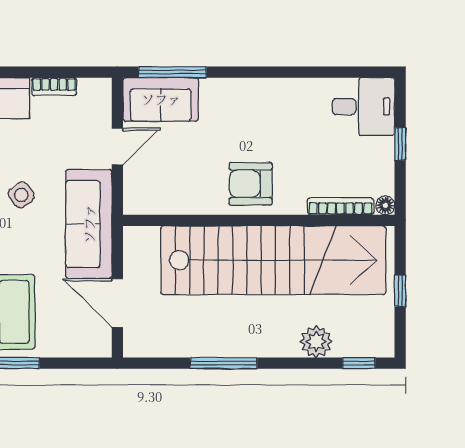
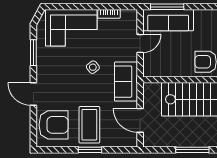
sofa: (161, 99) -> (168, 20), width x1.36
sofa: (89, 224) -> (126, 82), width x0.73

